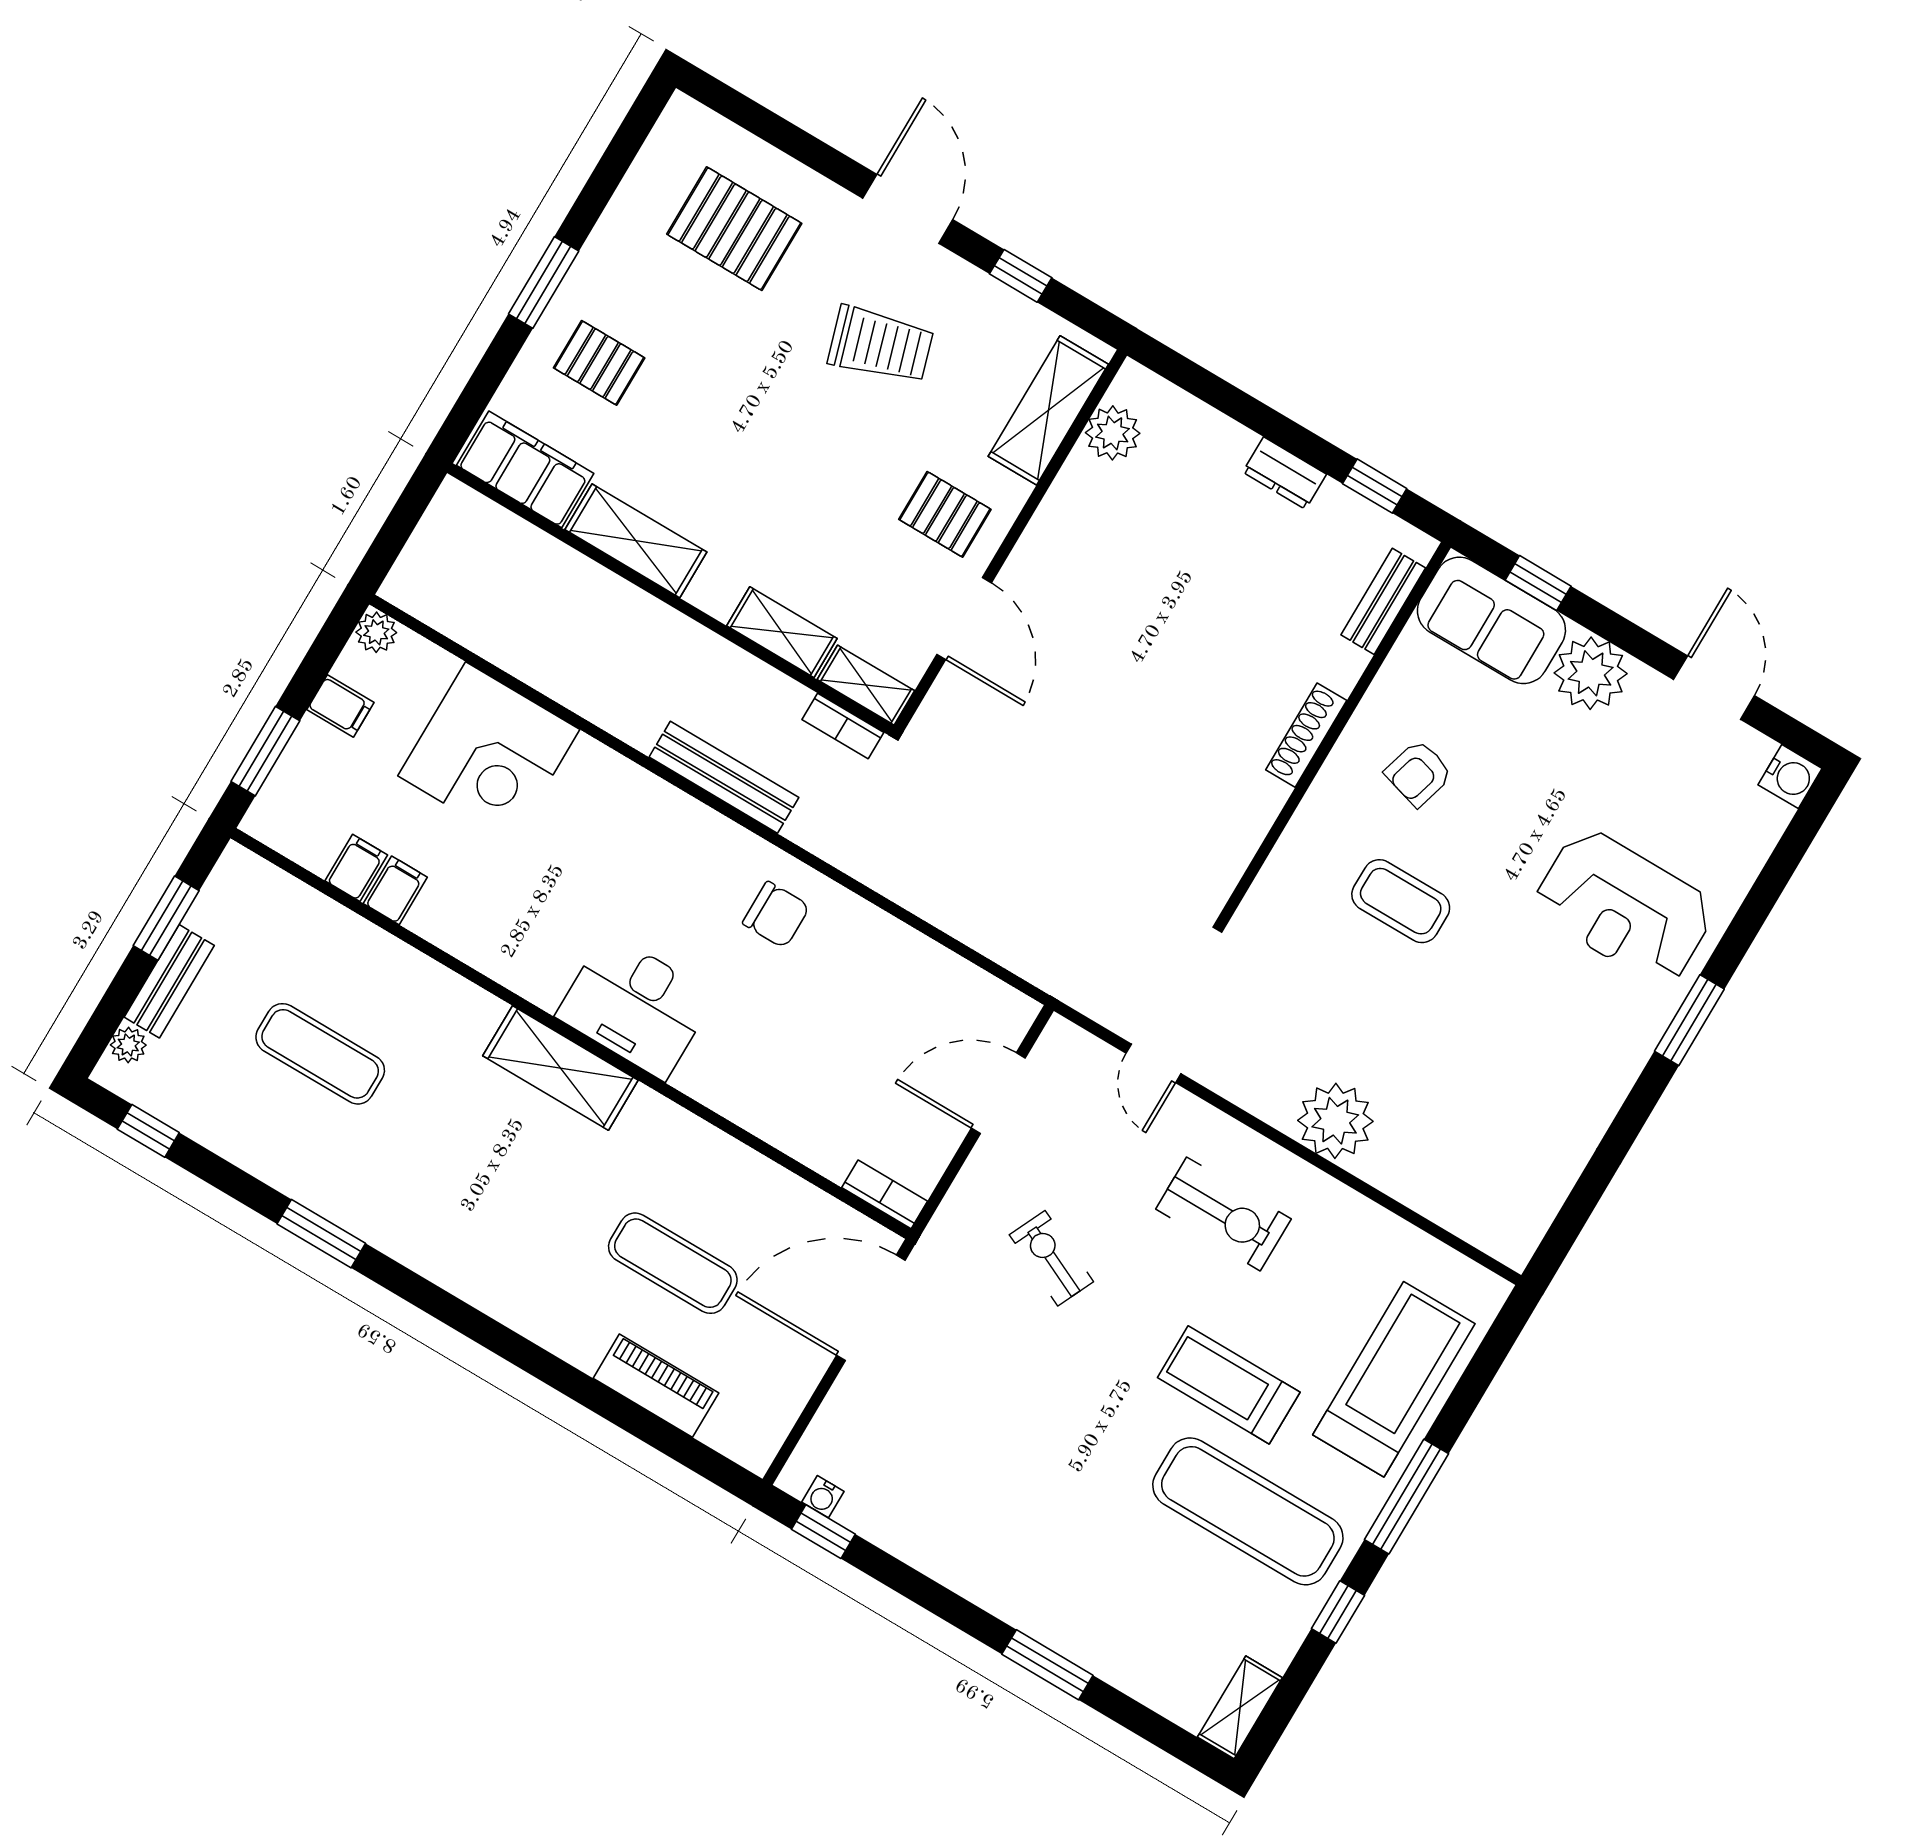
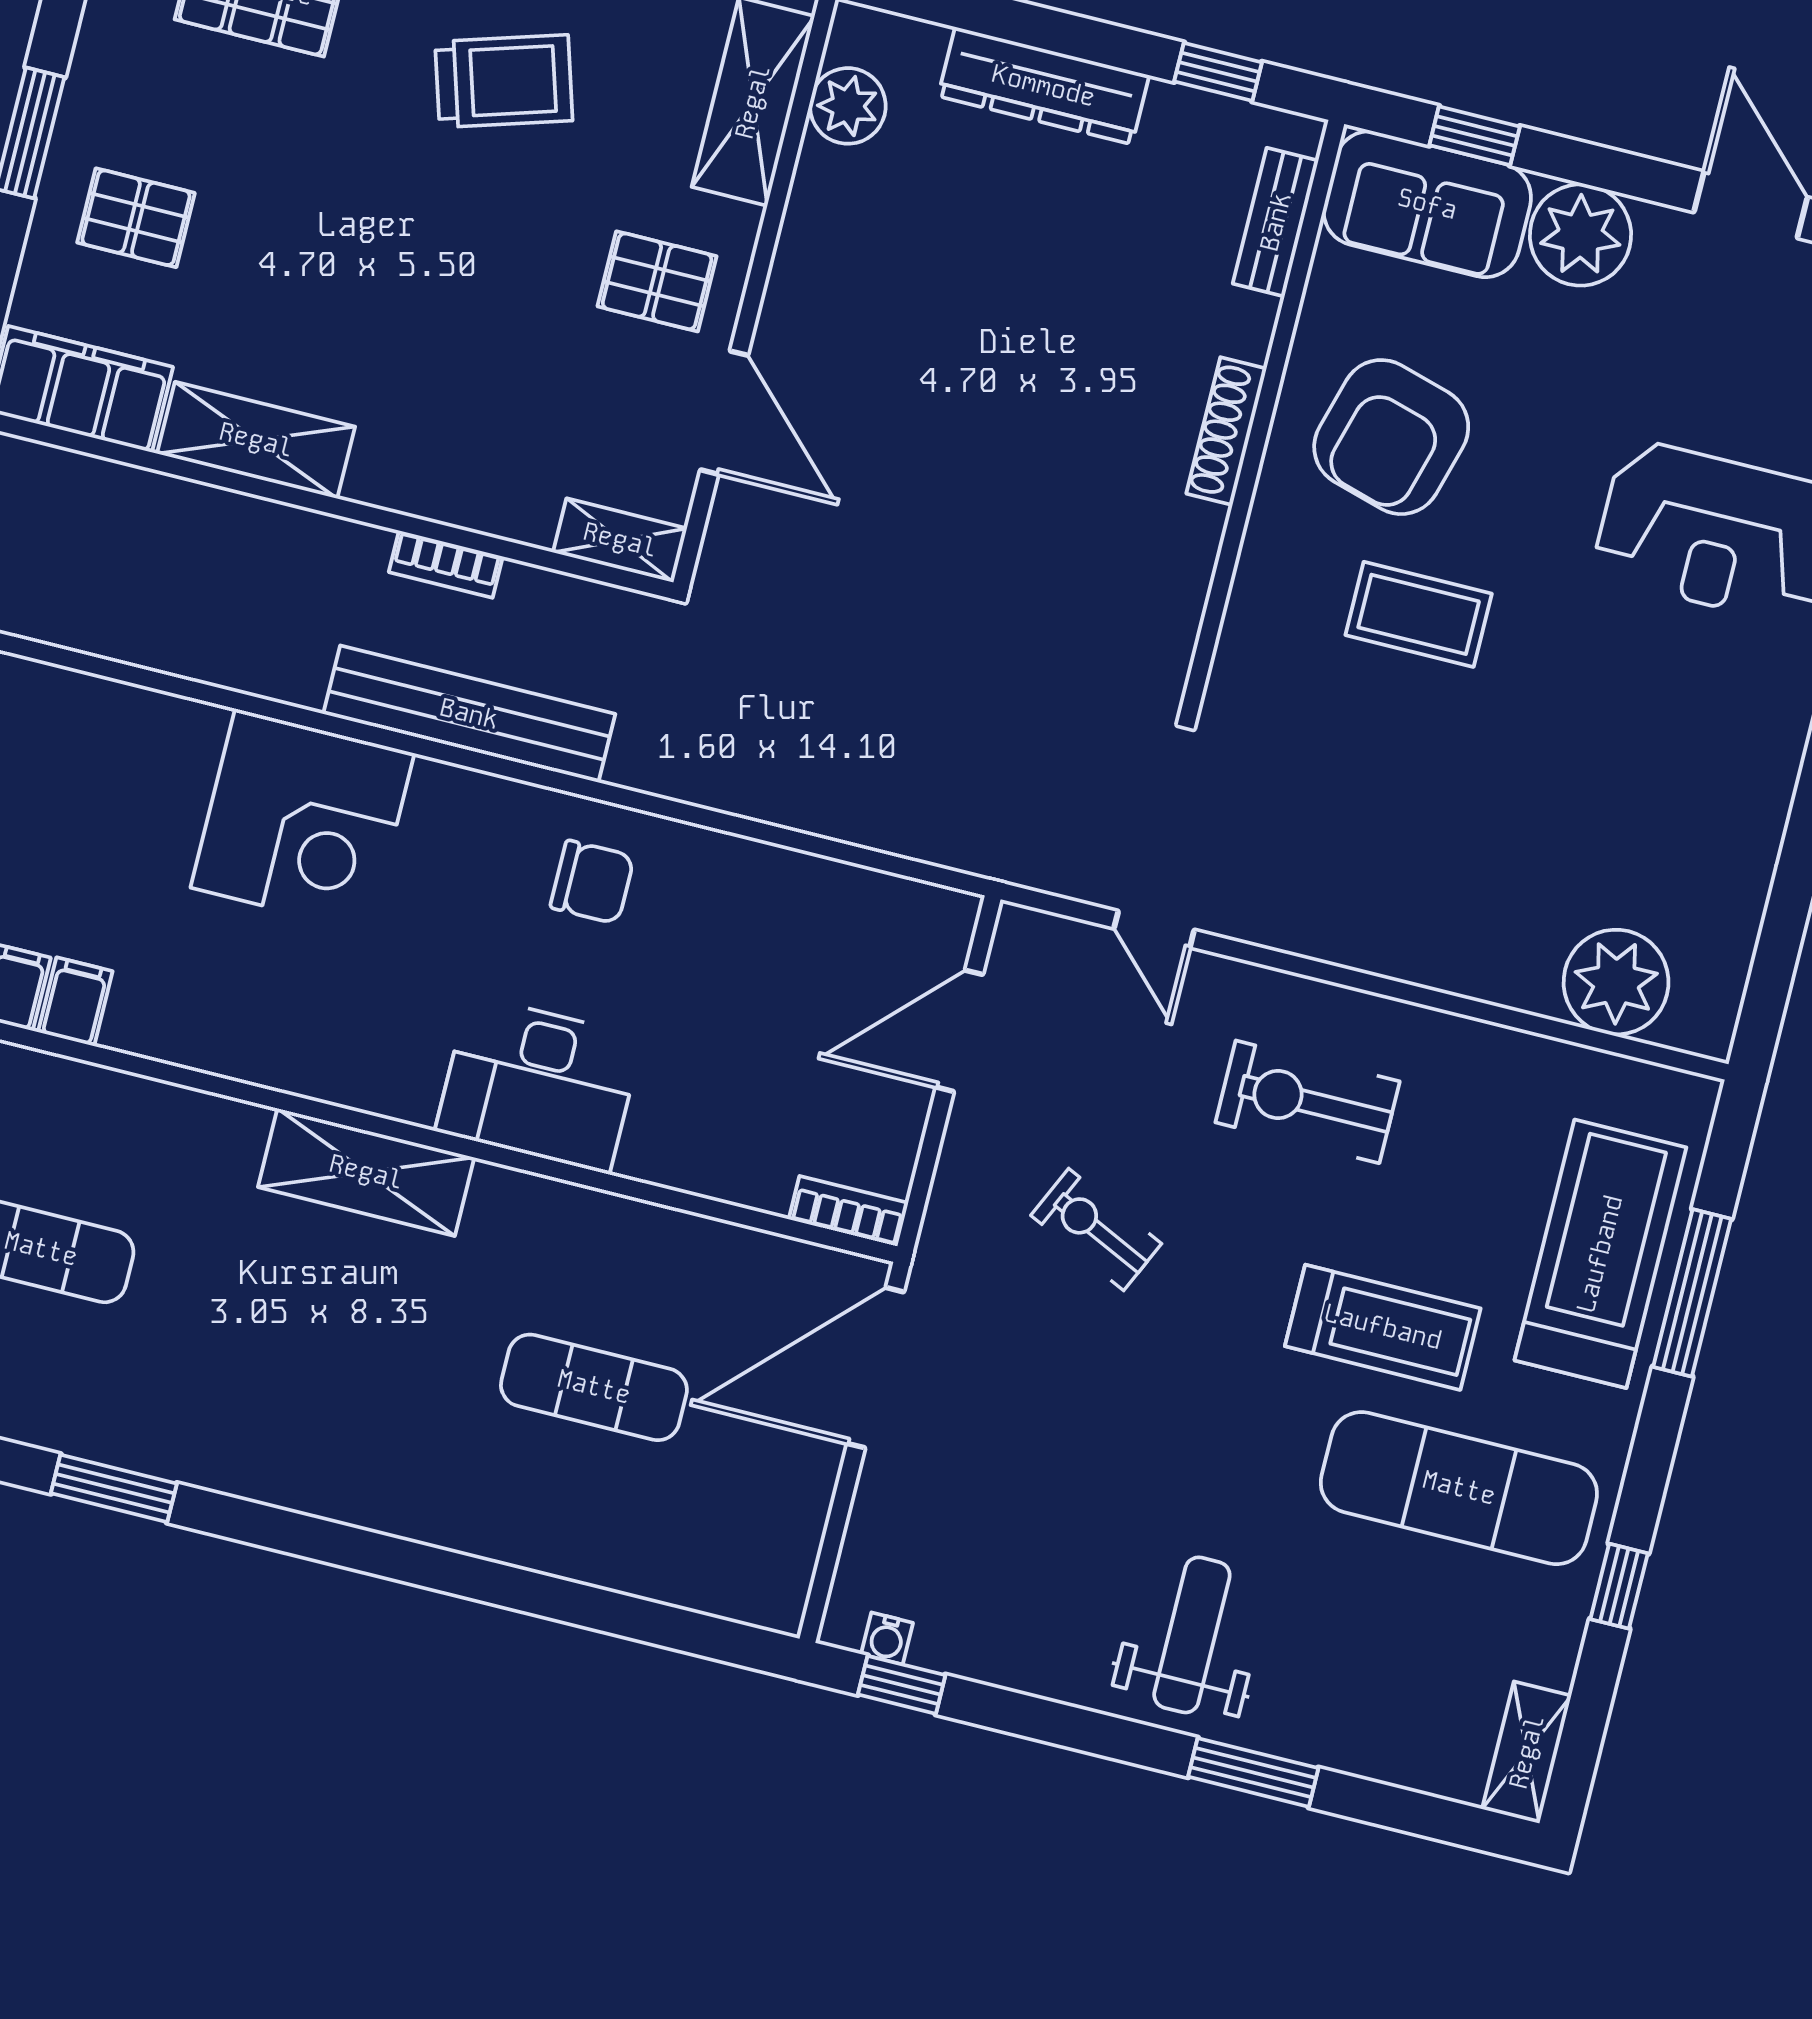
dresser: (1285, 473) -> (1044, 86), width x1.96, depth x1.24
shelving: (782, 632) -> (487, 503), removed
bookcase: (843, 726) -> (446, 564), moved
corner desk: (489, 753) -> (303, 820), moved
armchair: (1418, 773) -> (1391, 437), width x1.88, depth x1.88
bench: (724, 777) -> (469, 714), width x1.37, depth x1.21
desk: (635, 1006) -> (539, 1084), moved
plant: (1335, 1121) -> (1616, 982), moved
exercise bike: (1223, 1214) -> (1308, 1102), turned 180
treadmill: (1229, 1385) -> (1383, 1327), turned 180
piano: (656, 1386) -> (620, 1557), removed
window: (1406, 1497) -> (1692, 1293), moved
weight bench: (1034, 1557) -> (1192, 1635), added

